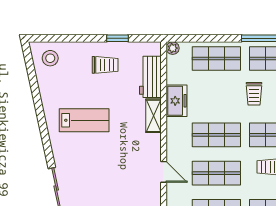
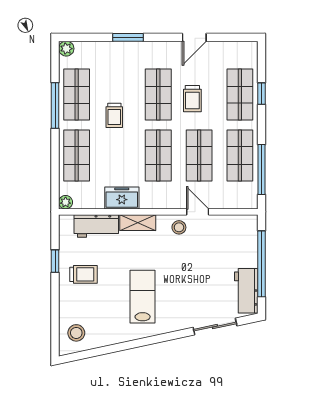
trolley: (105, 65) -> (83, 274), turned 90
trolley: (254, 94) -> (114, 115), turned 90
stool: (149, 154) -> (179, 227), added
door: (164, 172) -> (198, 212), hinge flipped

